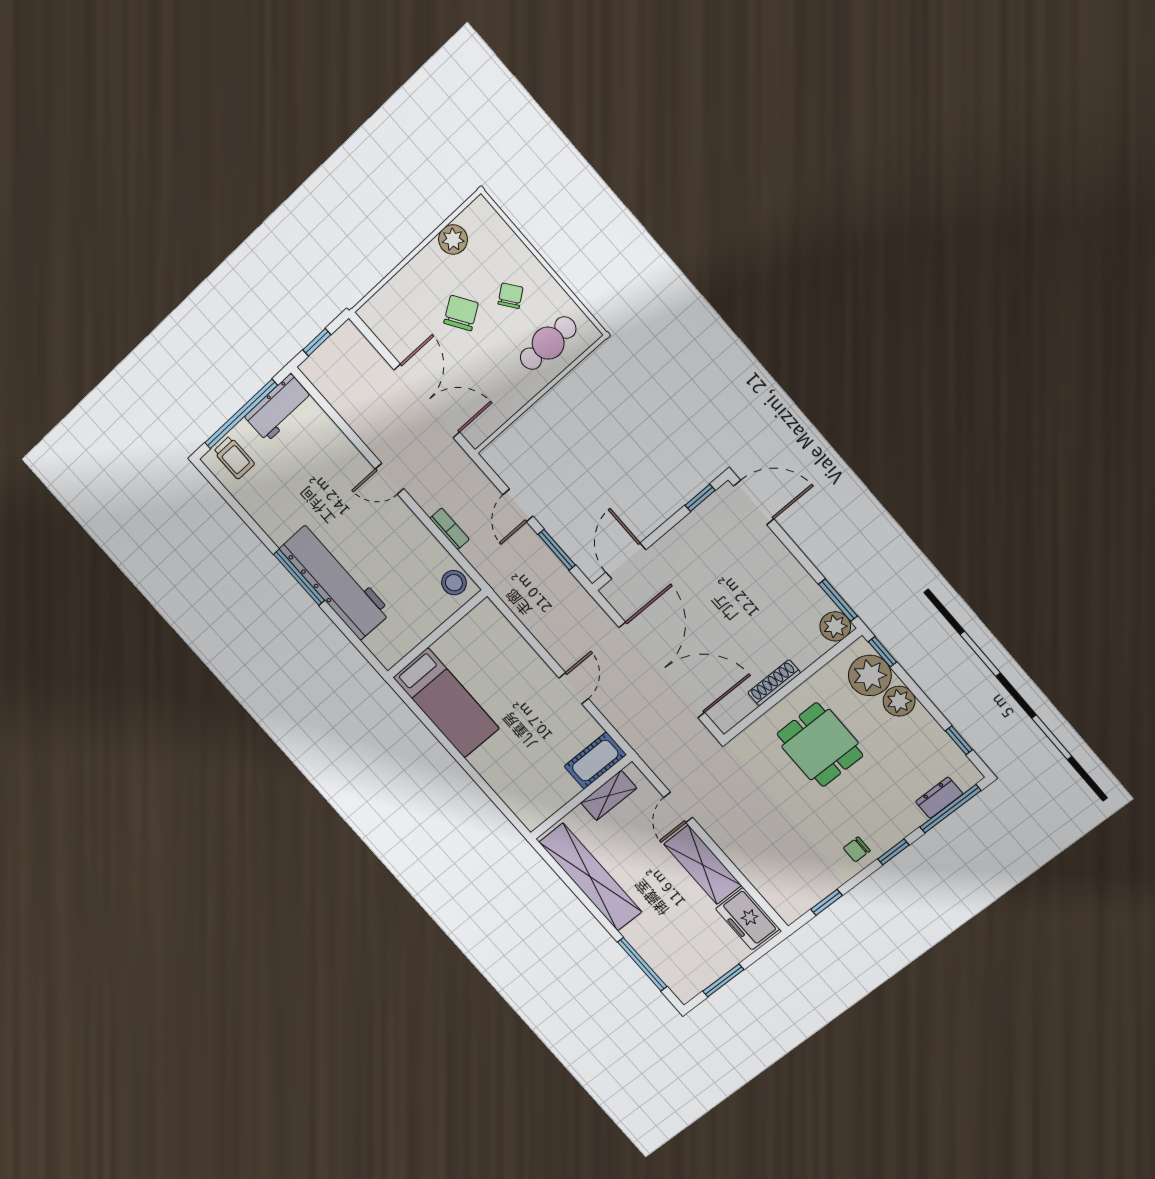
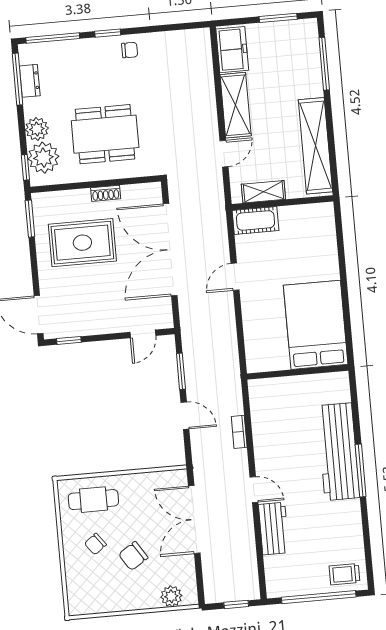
plant: (453, 239) -> (171, 596), moved
workbench: (279, 408) -> (274, 529), moved, turned 90
trolley: (234, 458) -> (345, 574), turned -90
door: (518, 505) -> (185, 416), hinge flipped
door: (626, 561) -> (143, 334), width x0.73
stool: (454, 583) -> (262, 397), removed
rug: (761, 613) -> (82, 243), added
plant: (835, 626) -> (43, 203), removed
shoe rack: (774, 683) -> (106, 193), width x0.70
bed: (446, 703) -> (316, 325), width x1.50
window: (959, 740) -> (18, 79), width x2.17
dining table: (820, 745) -> (105, 134), width x1.37
dresser: (939, 798) -> (30, 81), moved, turned -90
window: (826, 902) -> (173, 27), removed

